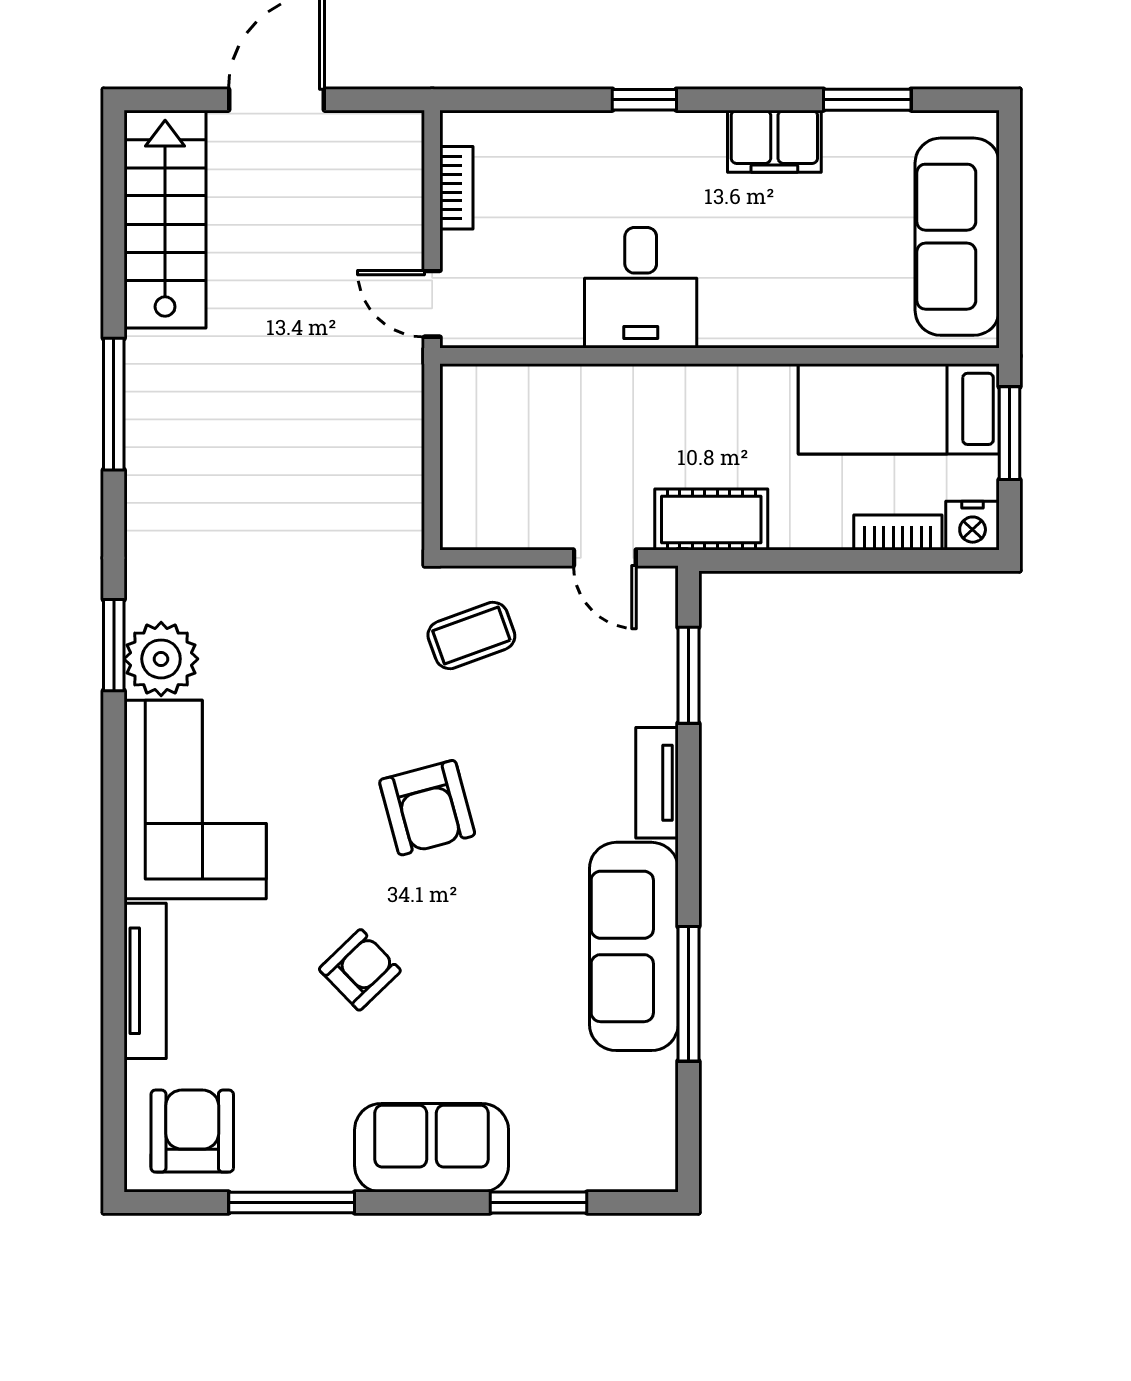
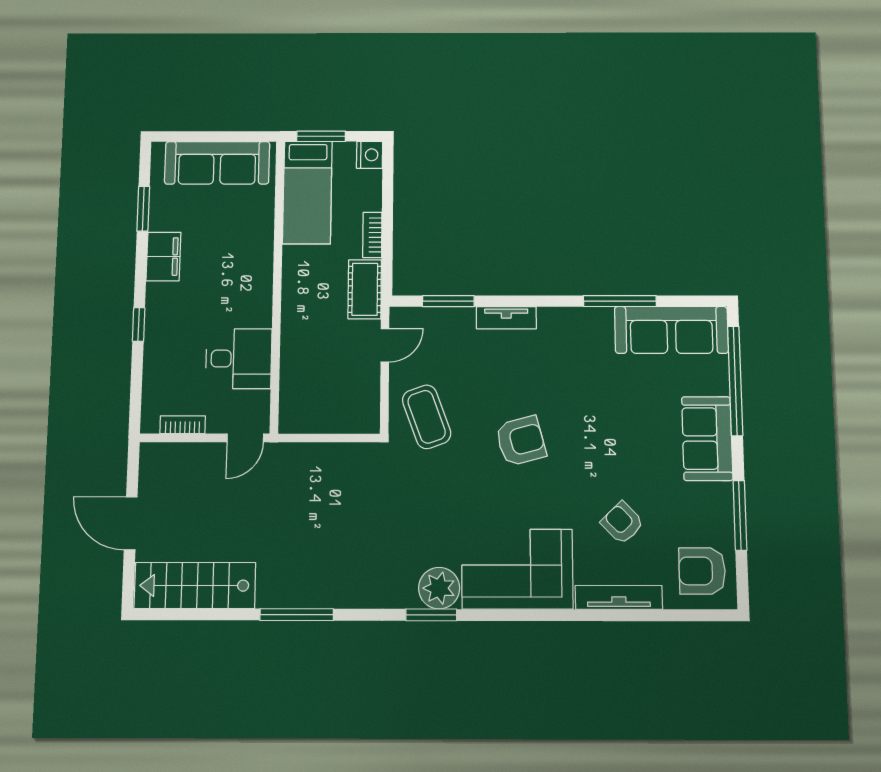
desk: (641, 288) -> (239, 359), moved
bookcase: (898, 533) -> (372, 235), moved
coffee table: (471, 635) -> (427, 417), width x1.36, depth x1.30
sofa: (634, 946) -> (671, 330), moved
armchair: (360, 970) -> (622, 523), moved
window: (538, 1202) -> (735, 381), width x2.11

